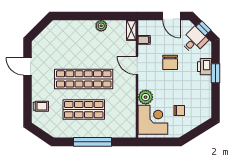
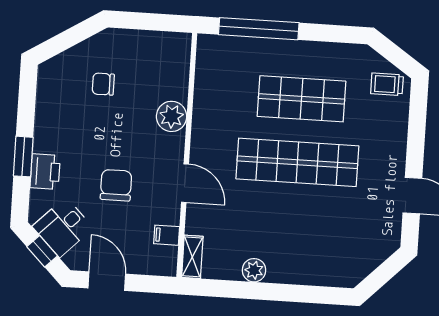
trolley: (41, 106) -> (387, 84), moved
corner desk: (153, 120) -> (159, 68), removed
window: (93, 142) -> (259, 29), moved

